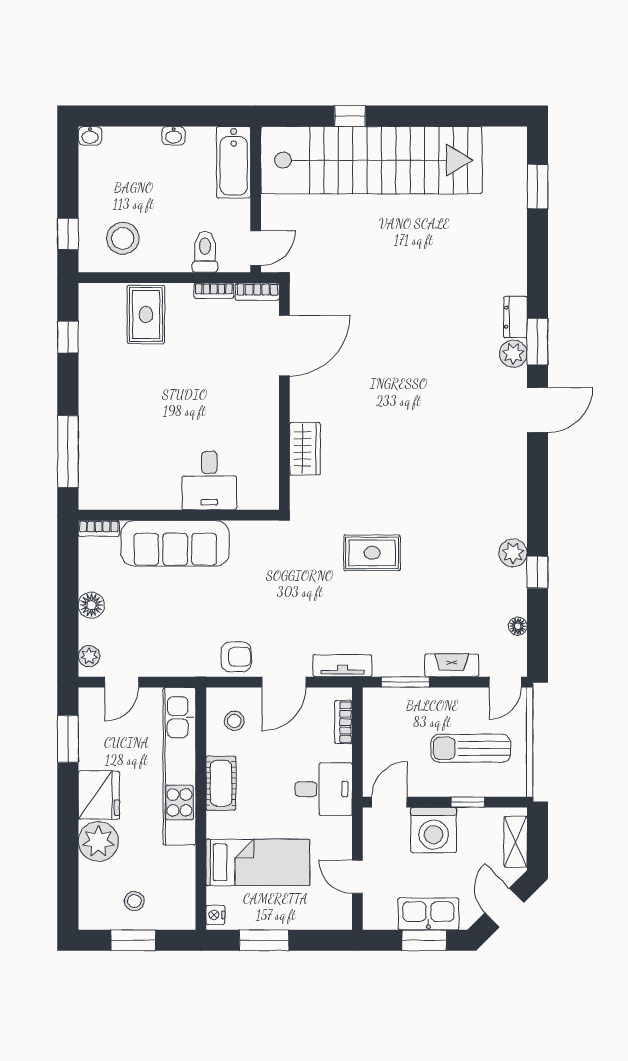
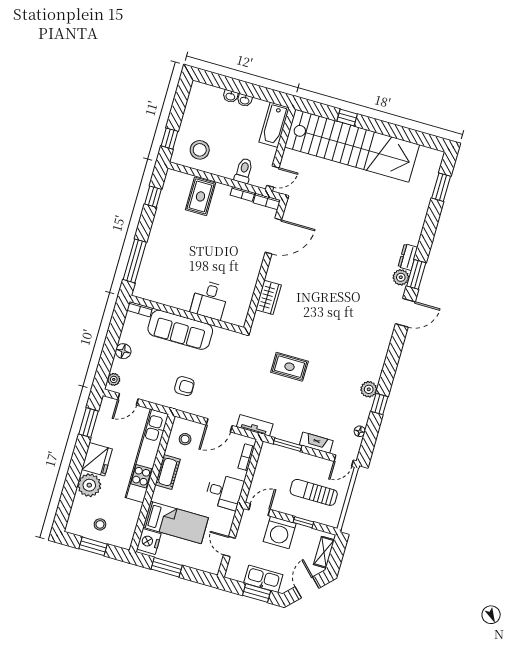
washbasin: (90, 136) -> (230, 96), moved
armchair: (236, 657) -> (184, 386), moved
nightstand: (215, 915) -> (149, 541), width x1.89, depth x1.79

